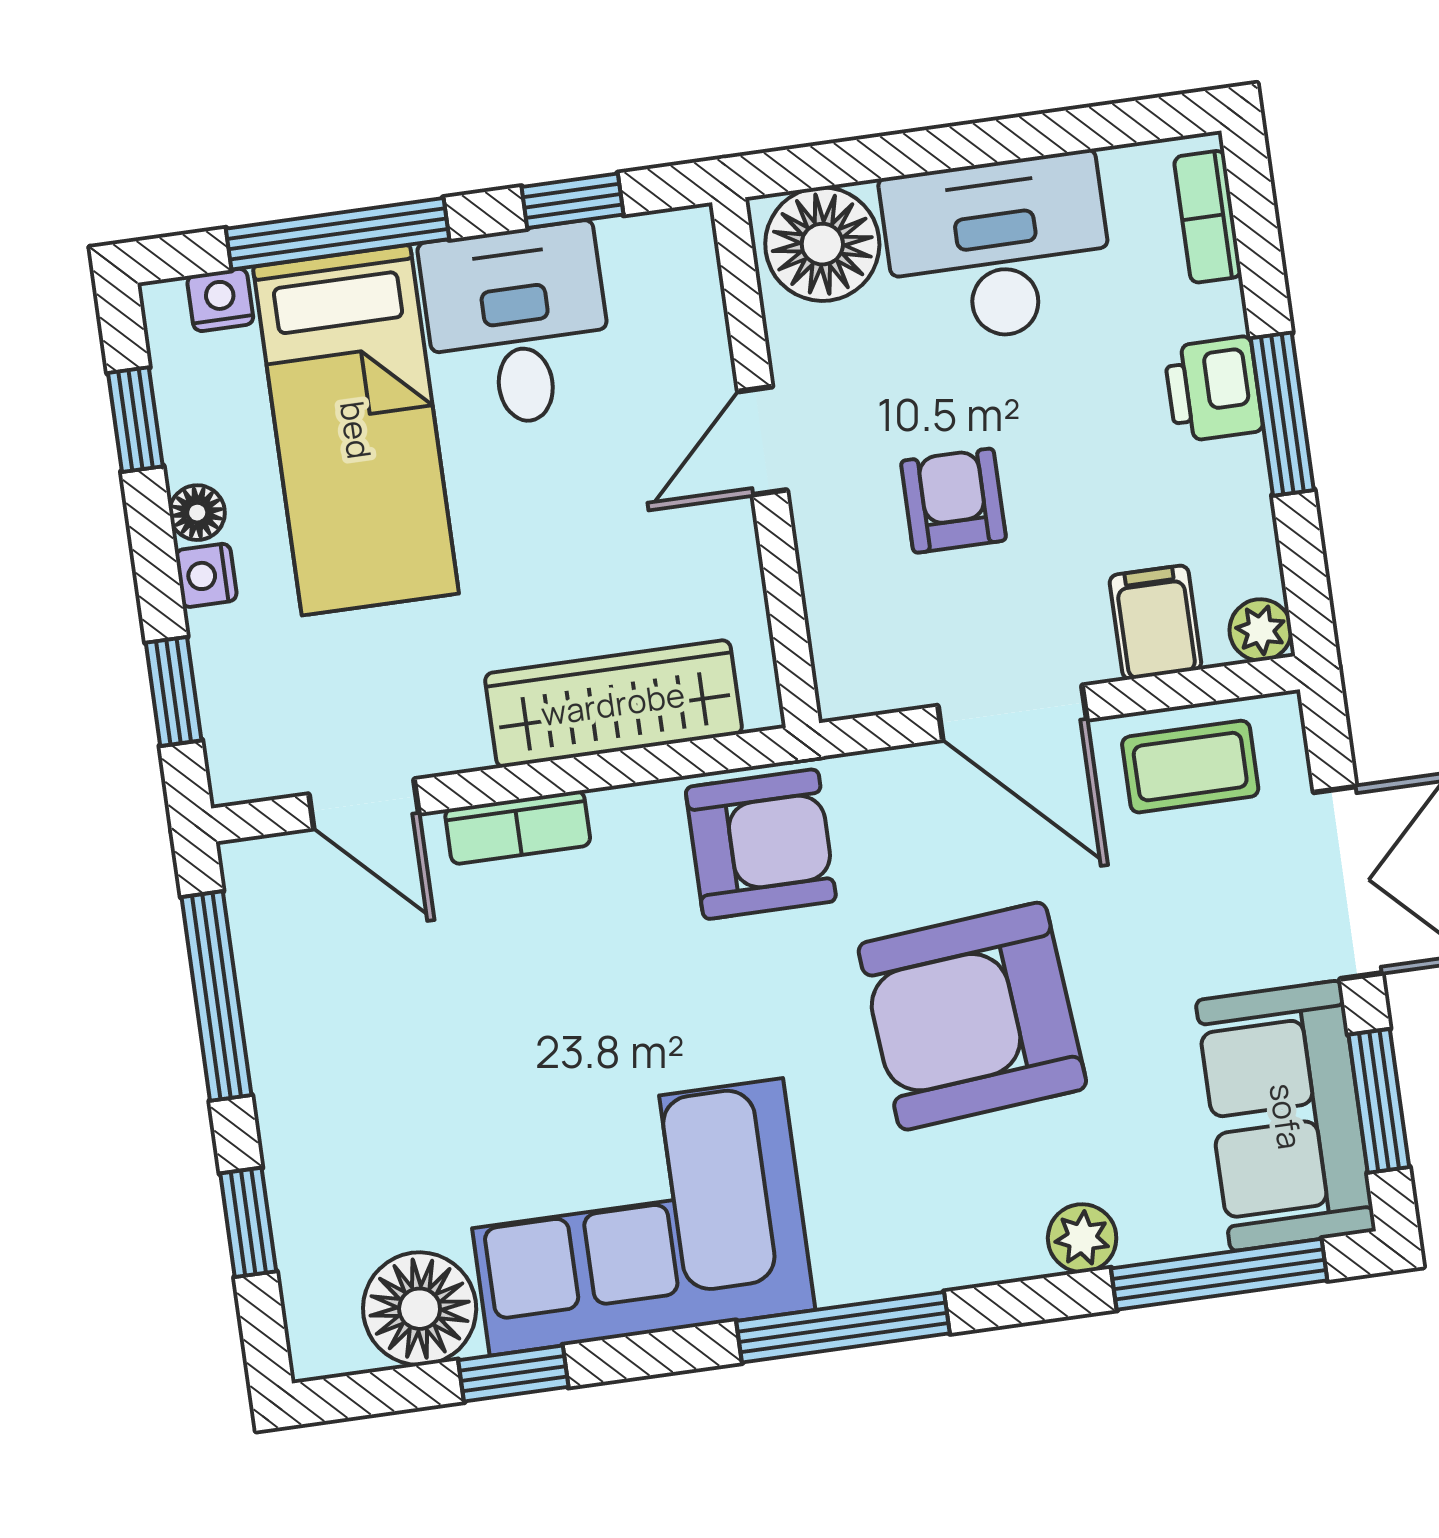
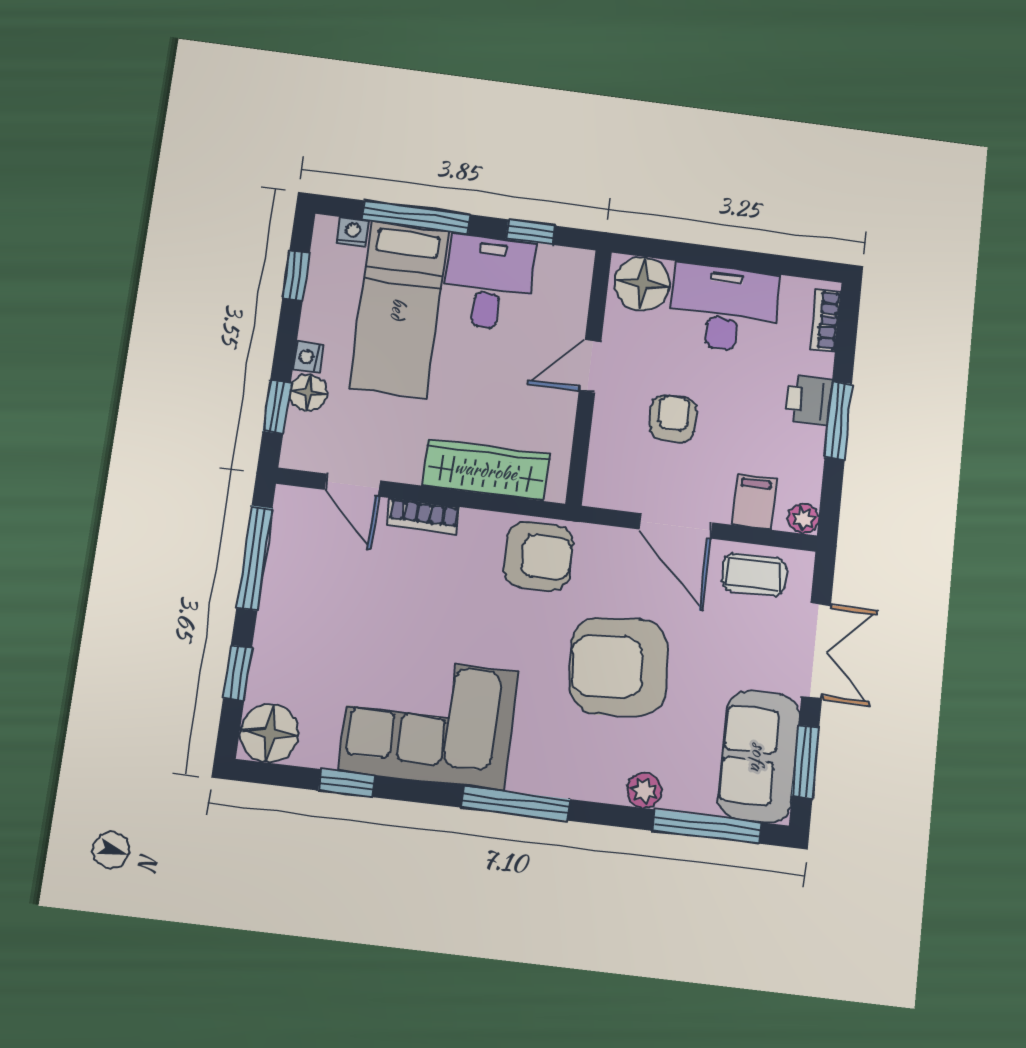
floor lamp: (197, 513) -> (308, 393), moved, width x1.37, depth x1.37
floor lamp: (420, 1309) -> (270, 733), moved

